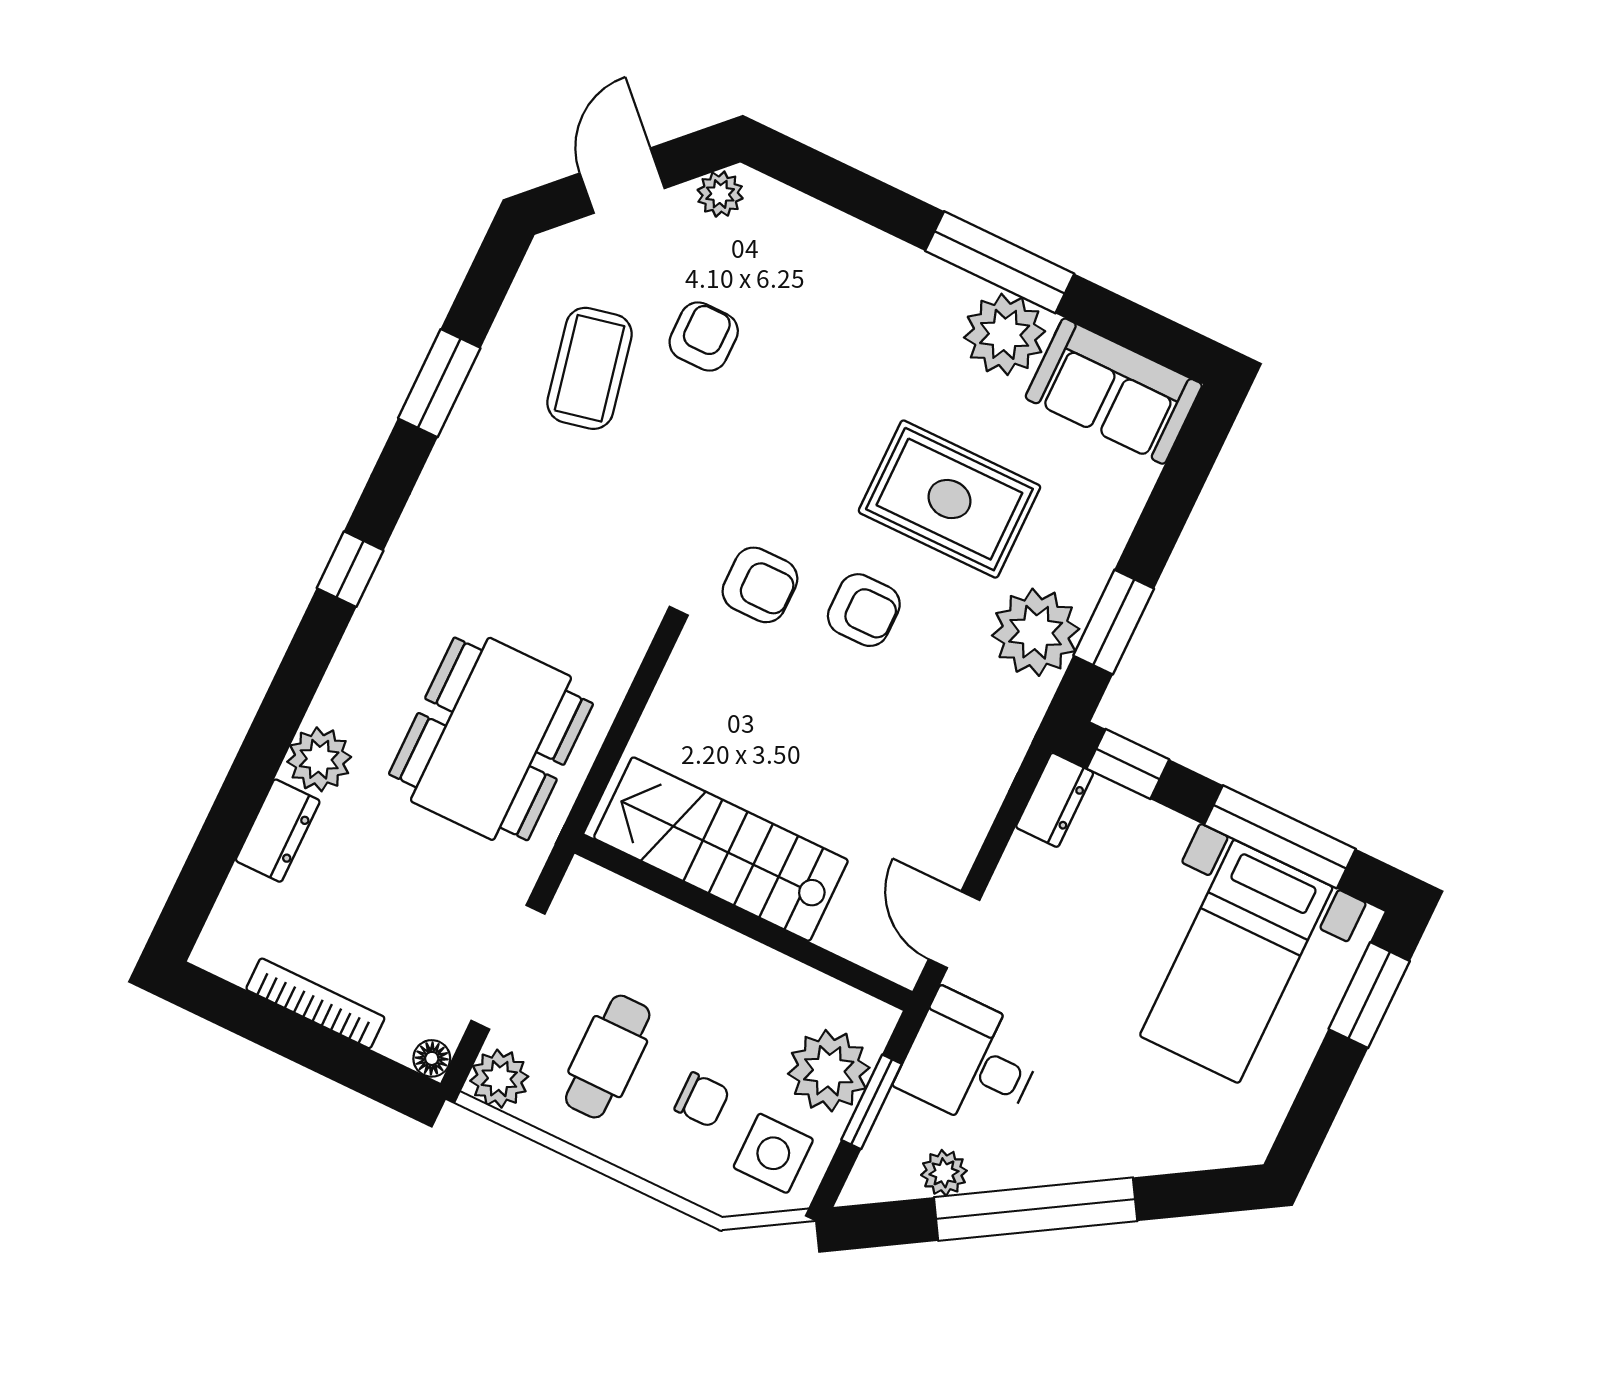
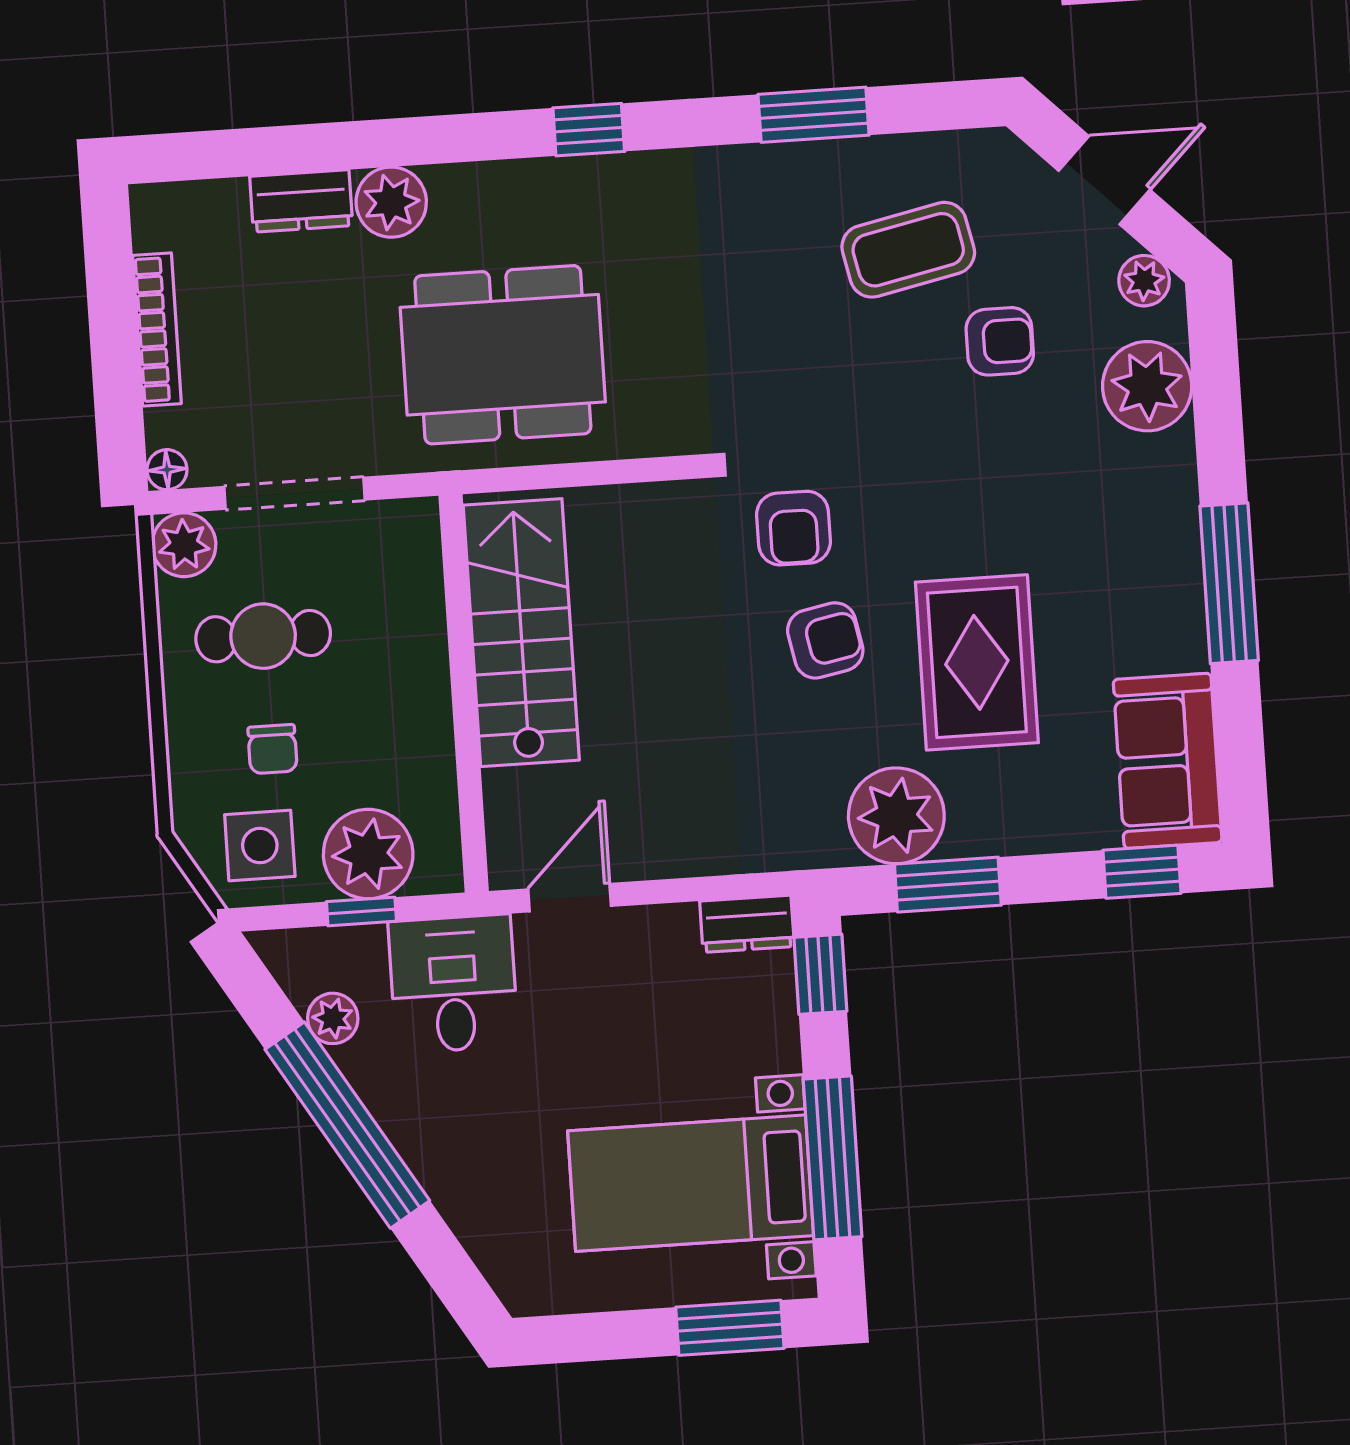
plant: (1005, 334) -> (1147, 386), moved
window: (1191, 461) -> (1142, 872), added
armchair: (864, 610) -> (825, 640), turned -101
window: (872, 1102) -> (361, 911), width x0.67

